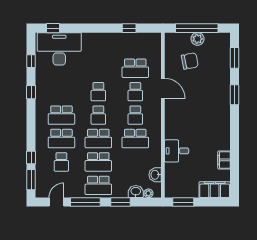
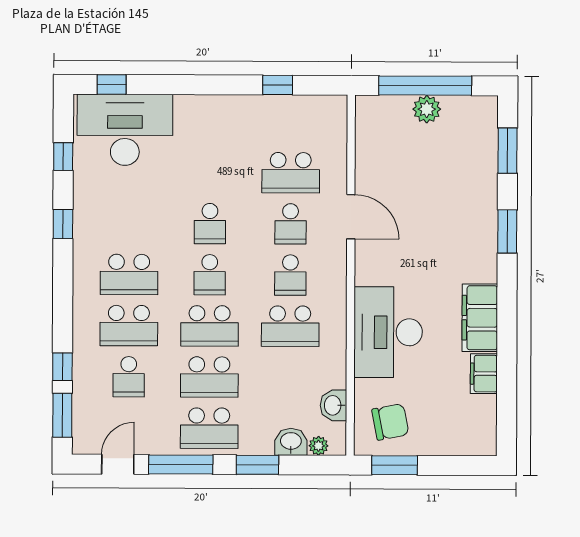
chair: (190, 61) -> (390, 422), moved
desk: (177, 151) -> (388, 332), width x1.87, depth x1.30
filing cabinet: (215, 190) -> (480, 318), moved, turned -90

